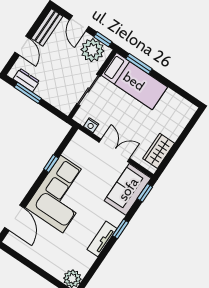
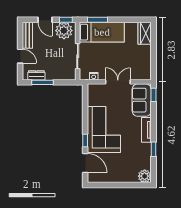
wardrobe: (159, 151) -> (145, 33), moved
window: (51, 164) -> (85, 141), moved
window: (120, 229) -> (153, 149), moved
tv unit: (102, 239) -> (146, 130), moved

